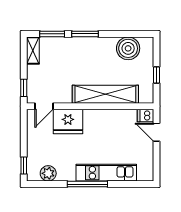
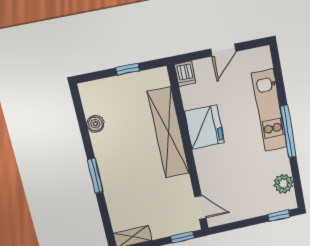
window: (52, 34) -> (106, 218), removed
boiler: (128, 48) -> (95, 124), width x0.54, depth x0.54
fridge: (68, 121) -> (204, 127), moved
door: (157, 132) -> (223, 50), moved

